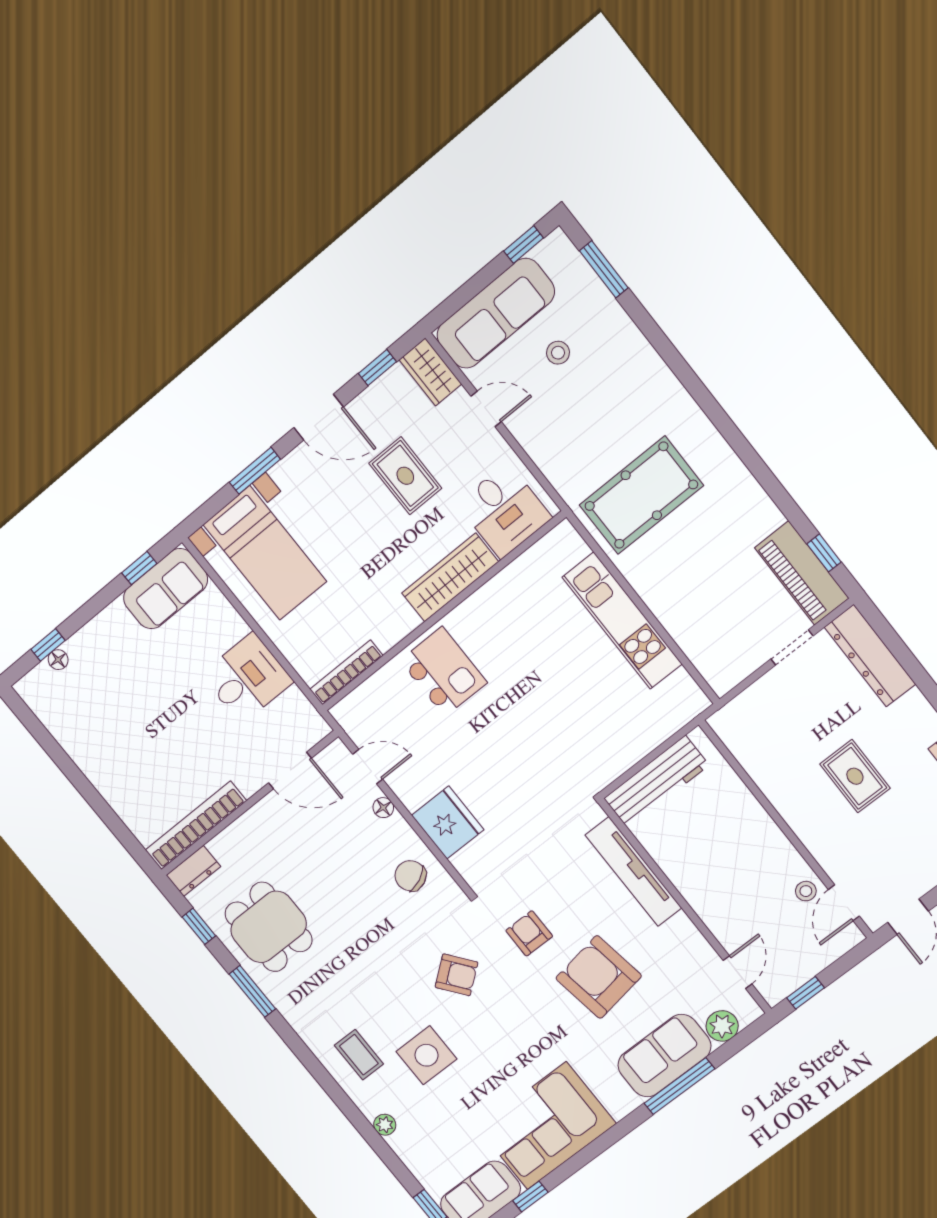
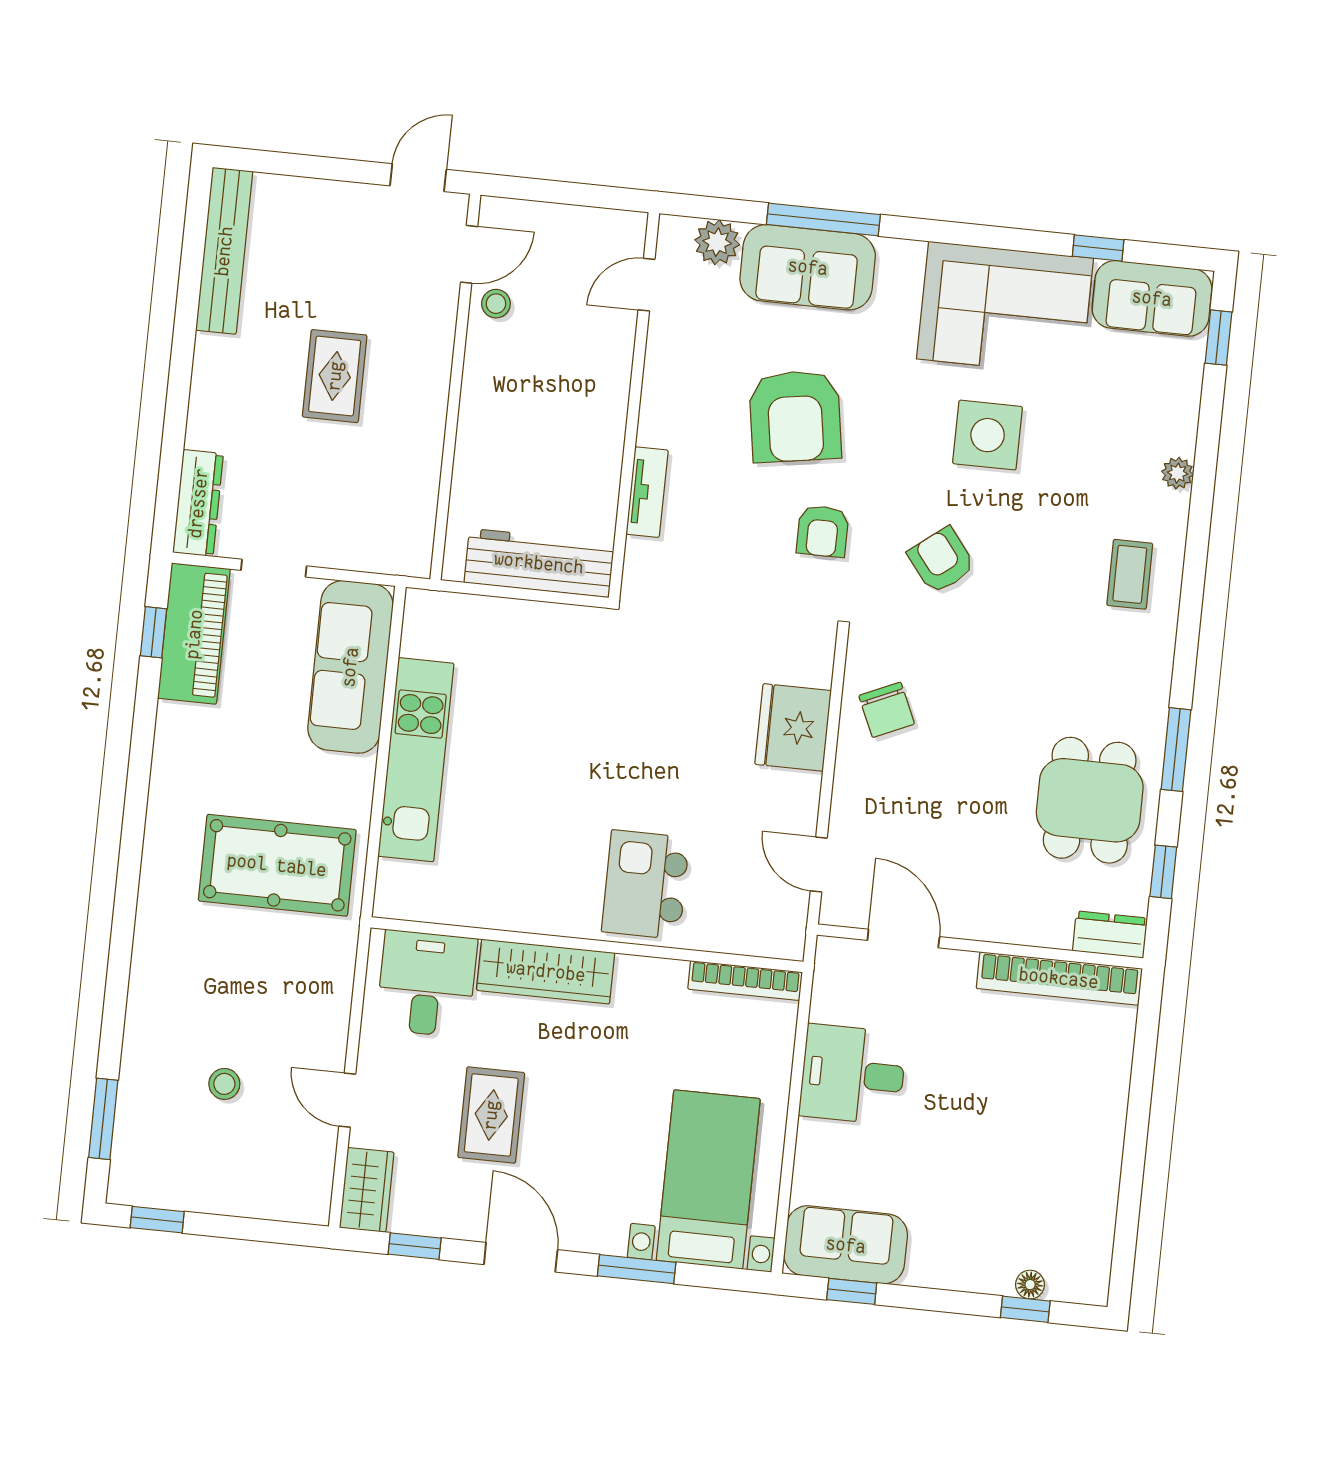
sofa: (496, 313) -> (350, 667), moved, turned -90
dresser: (870, 656) -> (198, 503), width x0.73, depth x0.80
floor lamp: (383, 808) -> (845, 807), removed
tv unit: (634, 872) -> (647, 492), width x0.52, depth x0.78
window: (805, 993) -> (598, 196), removed
side table: (426, 1055) -> (988, 435), moved

